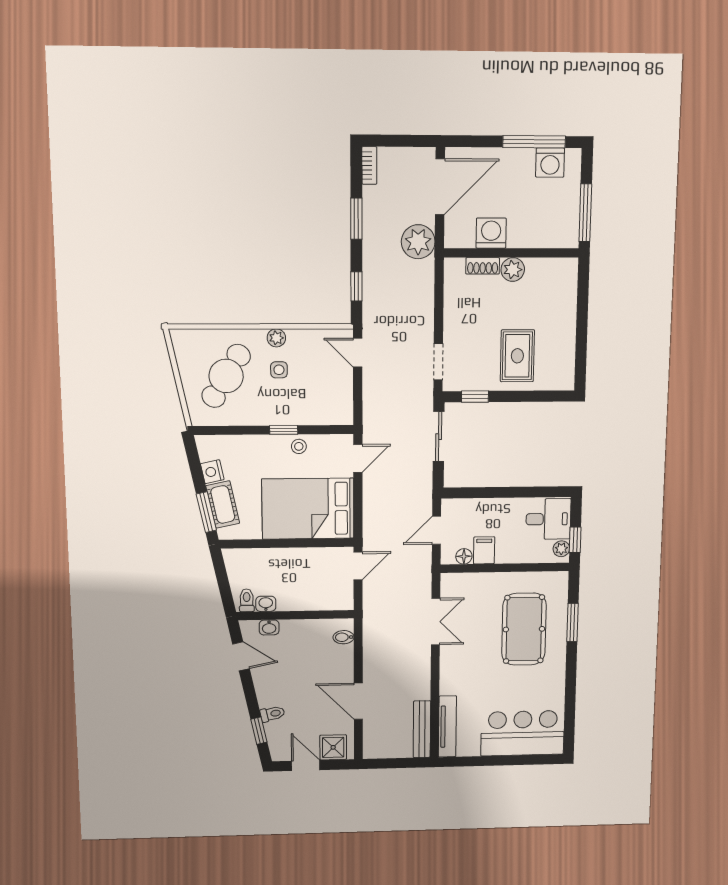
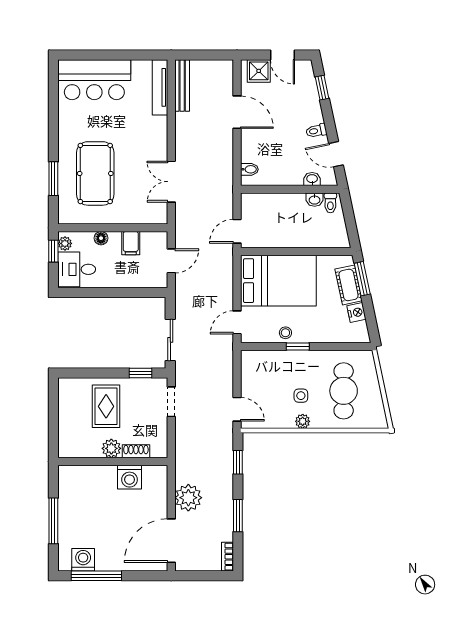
washing machine: (491, 233) -> (130, 477), moved
wall: (511, 253) -> (113, 462), moved
shoe rack: (483, 266) -> (136, 451), moved
plant: (513, 270) -> (111, 448), moved
cafe table: (226, 376) -> (344, 391), turned -32
floor lamp: (464, 556) -> (101, 238), moved
toilet: (272, 714) -> (316, 131), moved

